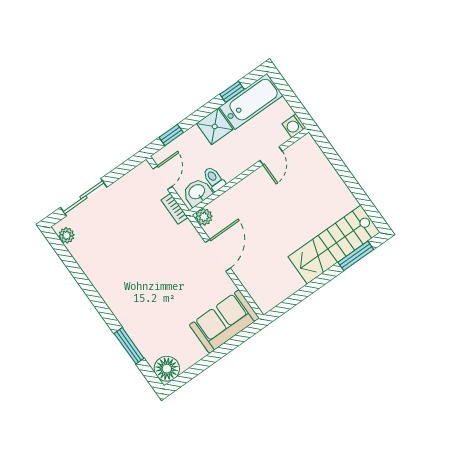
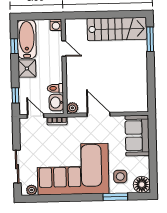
stairs: (334, 244) -> (117, 29), moved, turned -90
corner sofa: (128, 269) -> (73, 169), added
side table: (159, 335) -> (120, 177), added

